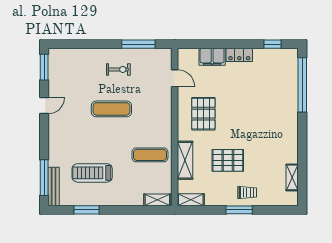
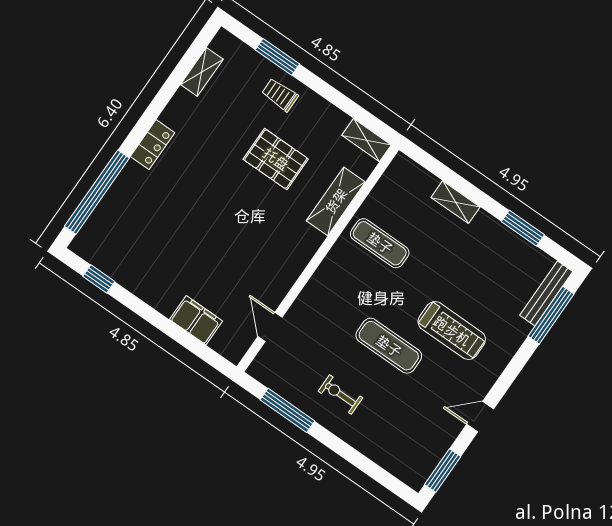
locker: (239, 55) -> (153, 145), moved, turned 90
pallet: (203, 114) -> (264, 249), removed
treadmill: (92, 173) -> (452, 331), moved
shelving: (157, 200) -> (456, 202), moved
window: (239, 210) -> (277, 57), moved

